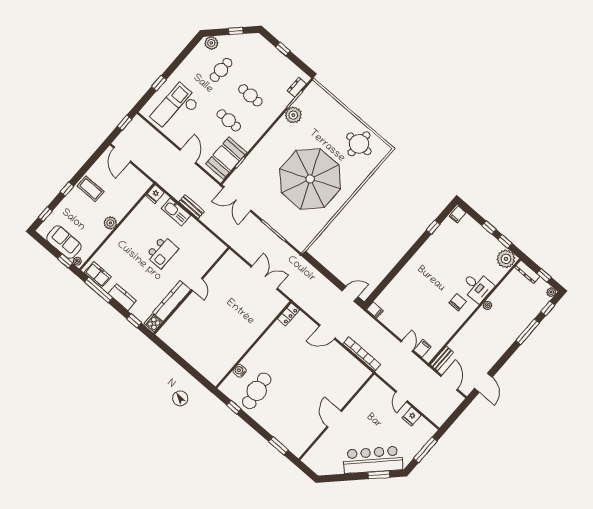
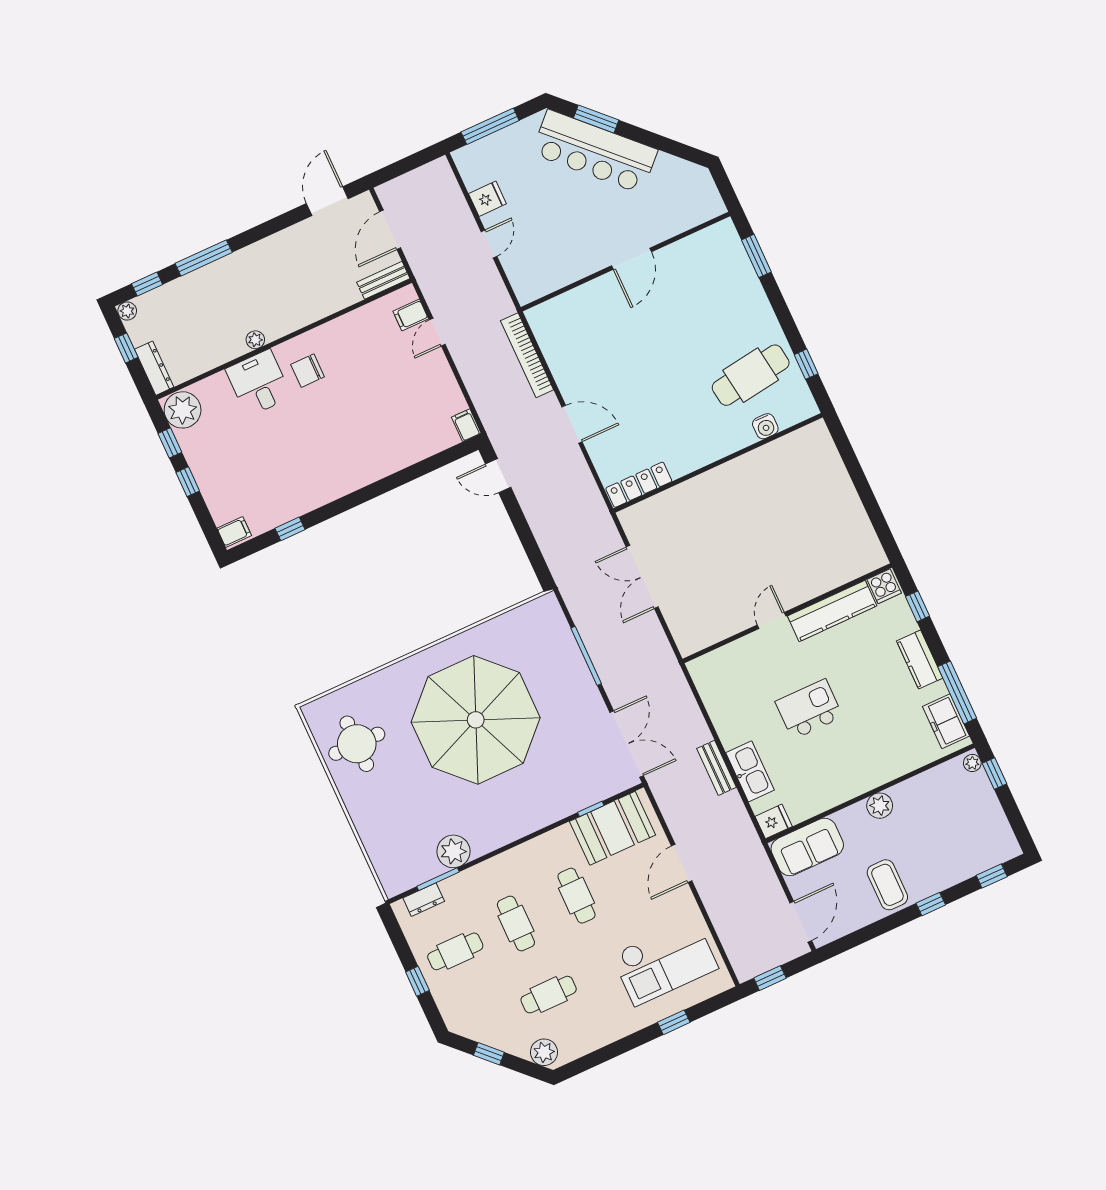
cafe table: (272, 70) -> (455, 951), added
sofa: (64, 242) -> (807, 847), moved, turned -90
locker: (288, 314) -> (639, 485), width x1.53

